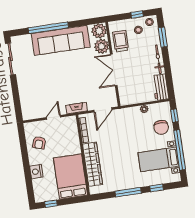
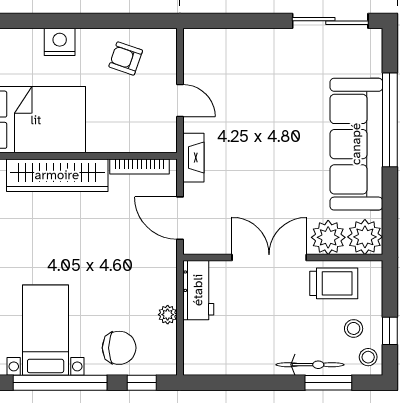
bicycle: (158, 59) -> (310, 365), moved
workbench: (161, 87) -> (198, 290), moved, turned 90
chair: (161, 127) -> (119, 348), turned 180

